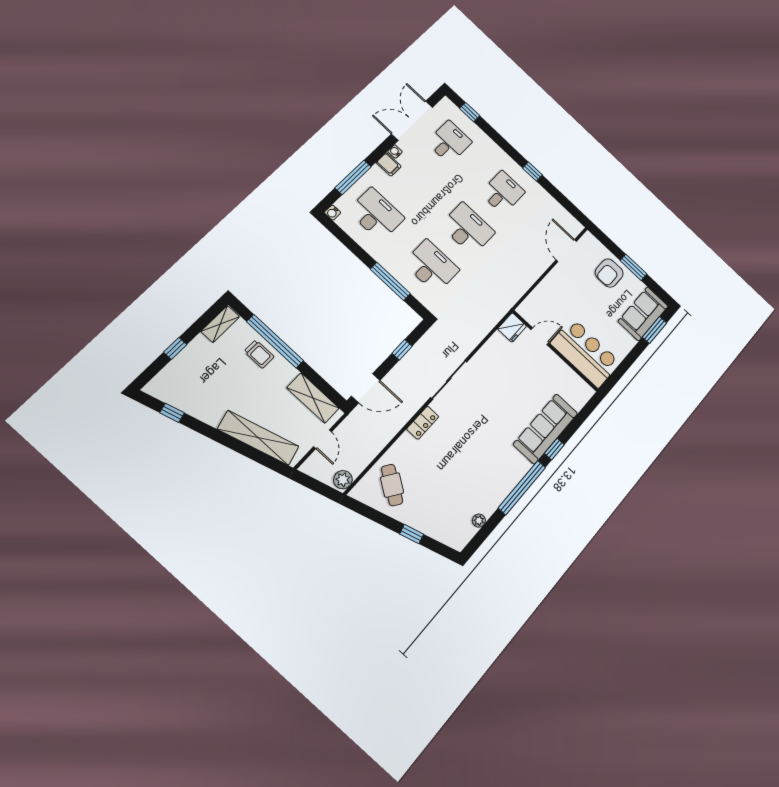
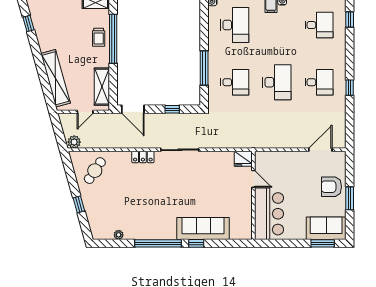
desk: (431, 266) -> (235, 82), width x0.73

